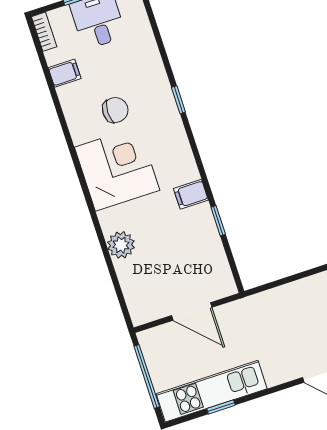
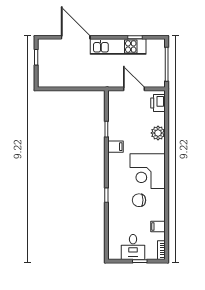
printer: (139, 300) -> (158, 103), added
kitchen unit: (212, 391) -> (118, 47), moved

